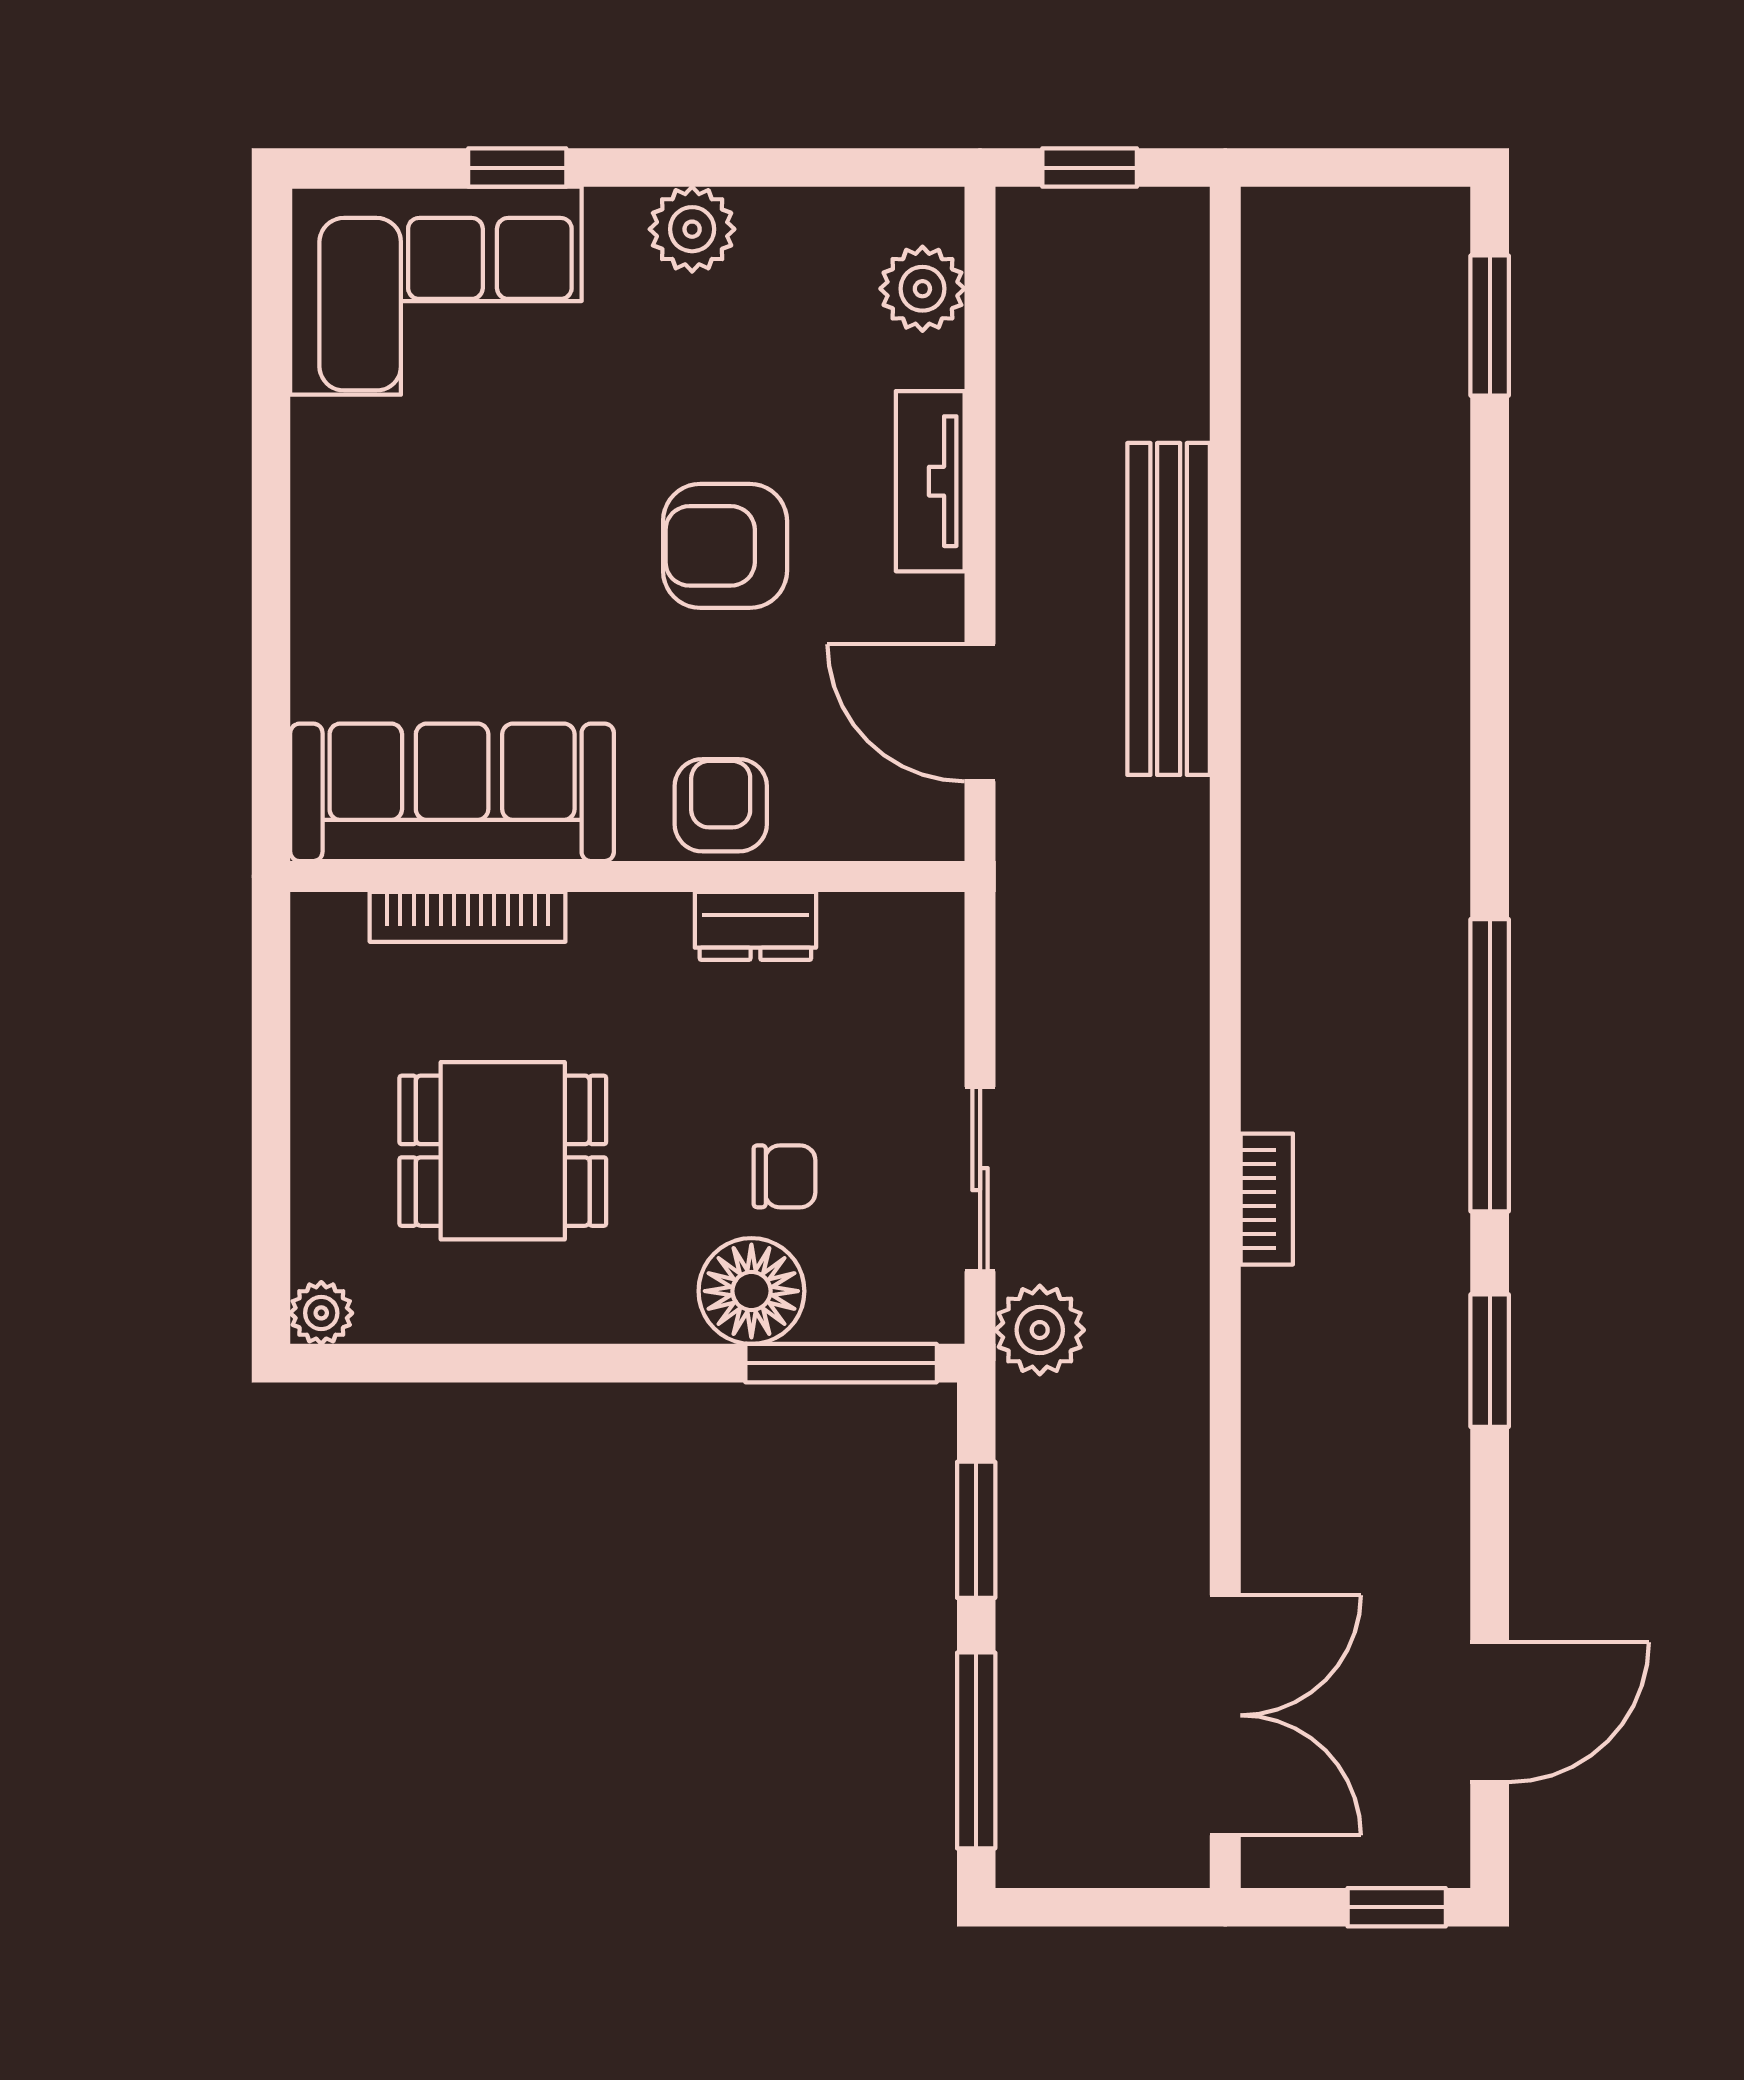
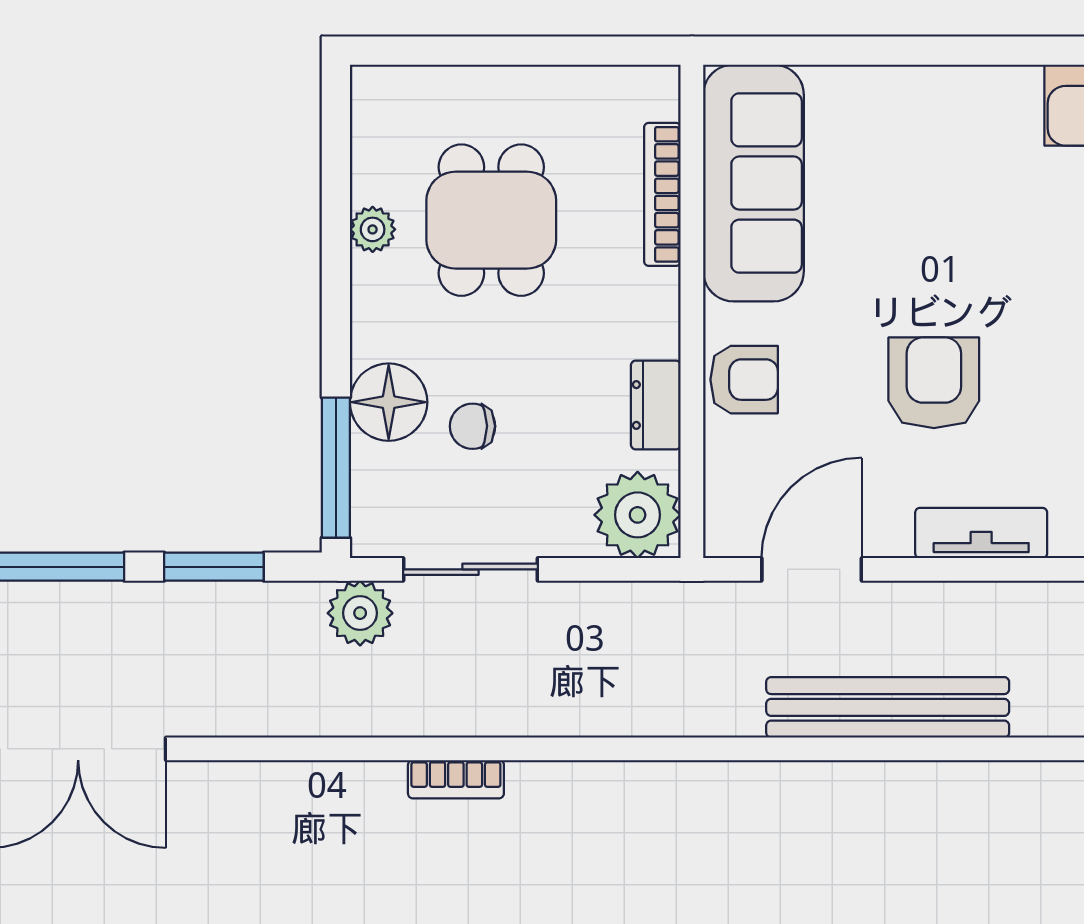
plant: (906, 951) -> (638, 515), added
chair: (784, 1176) -> (473, 426), turned 90
plant: (321, 1313) -> (373, 229), moved

